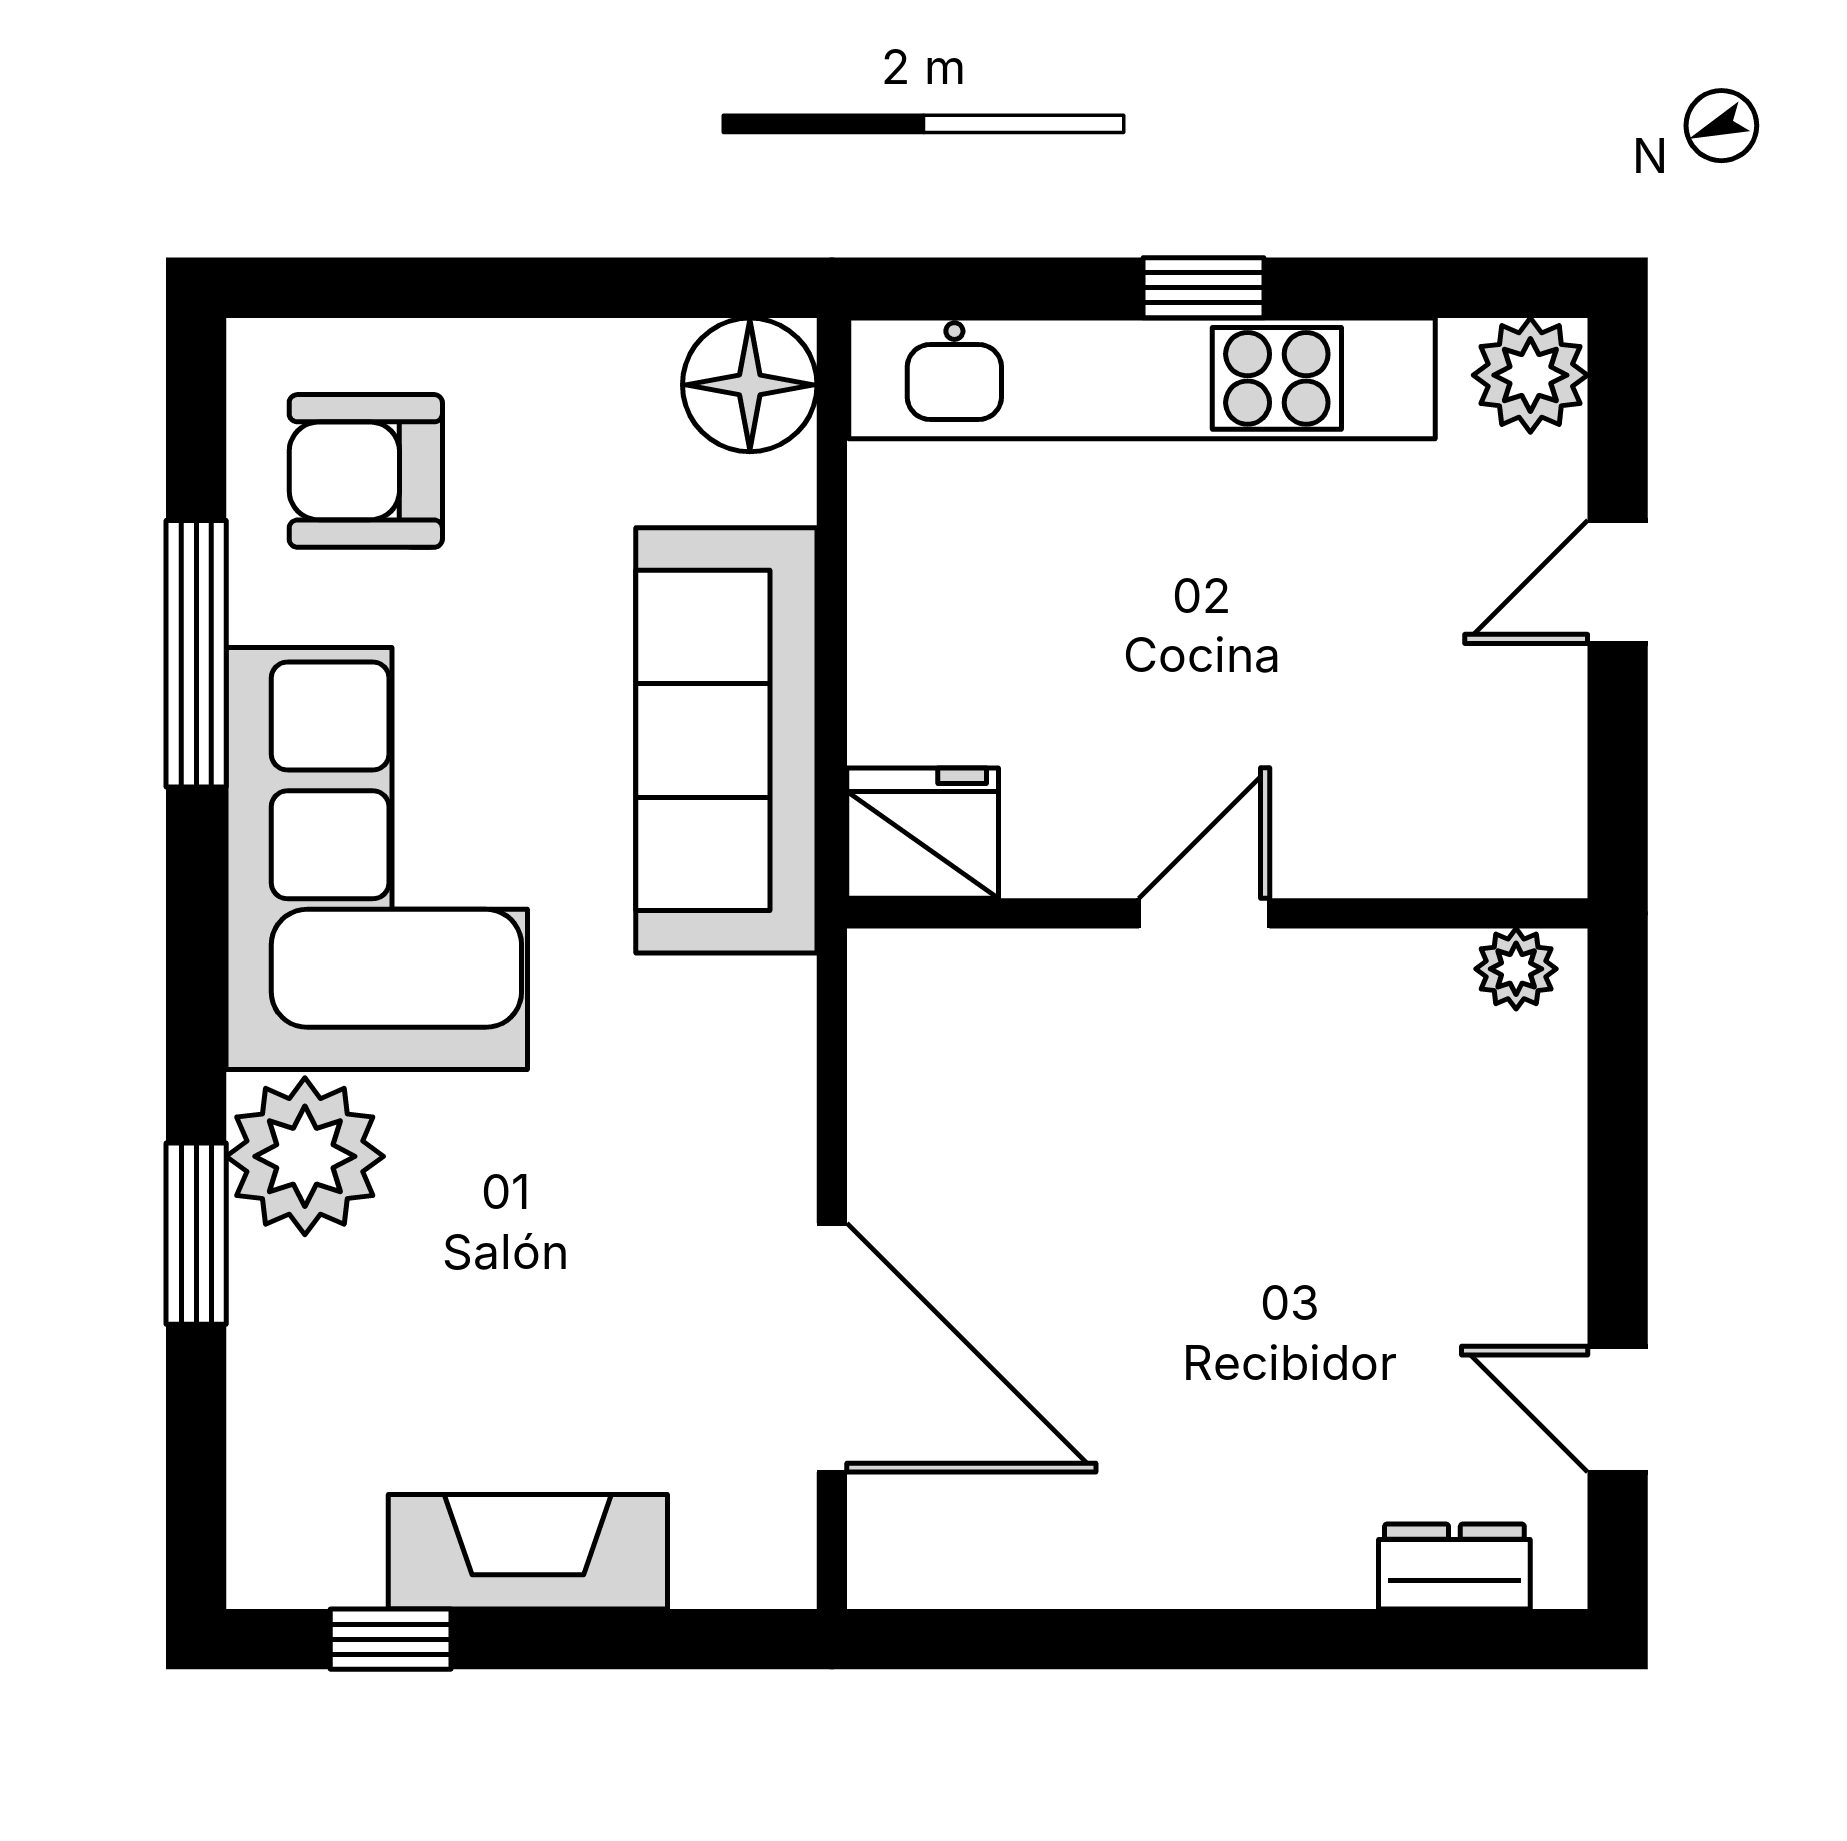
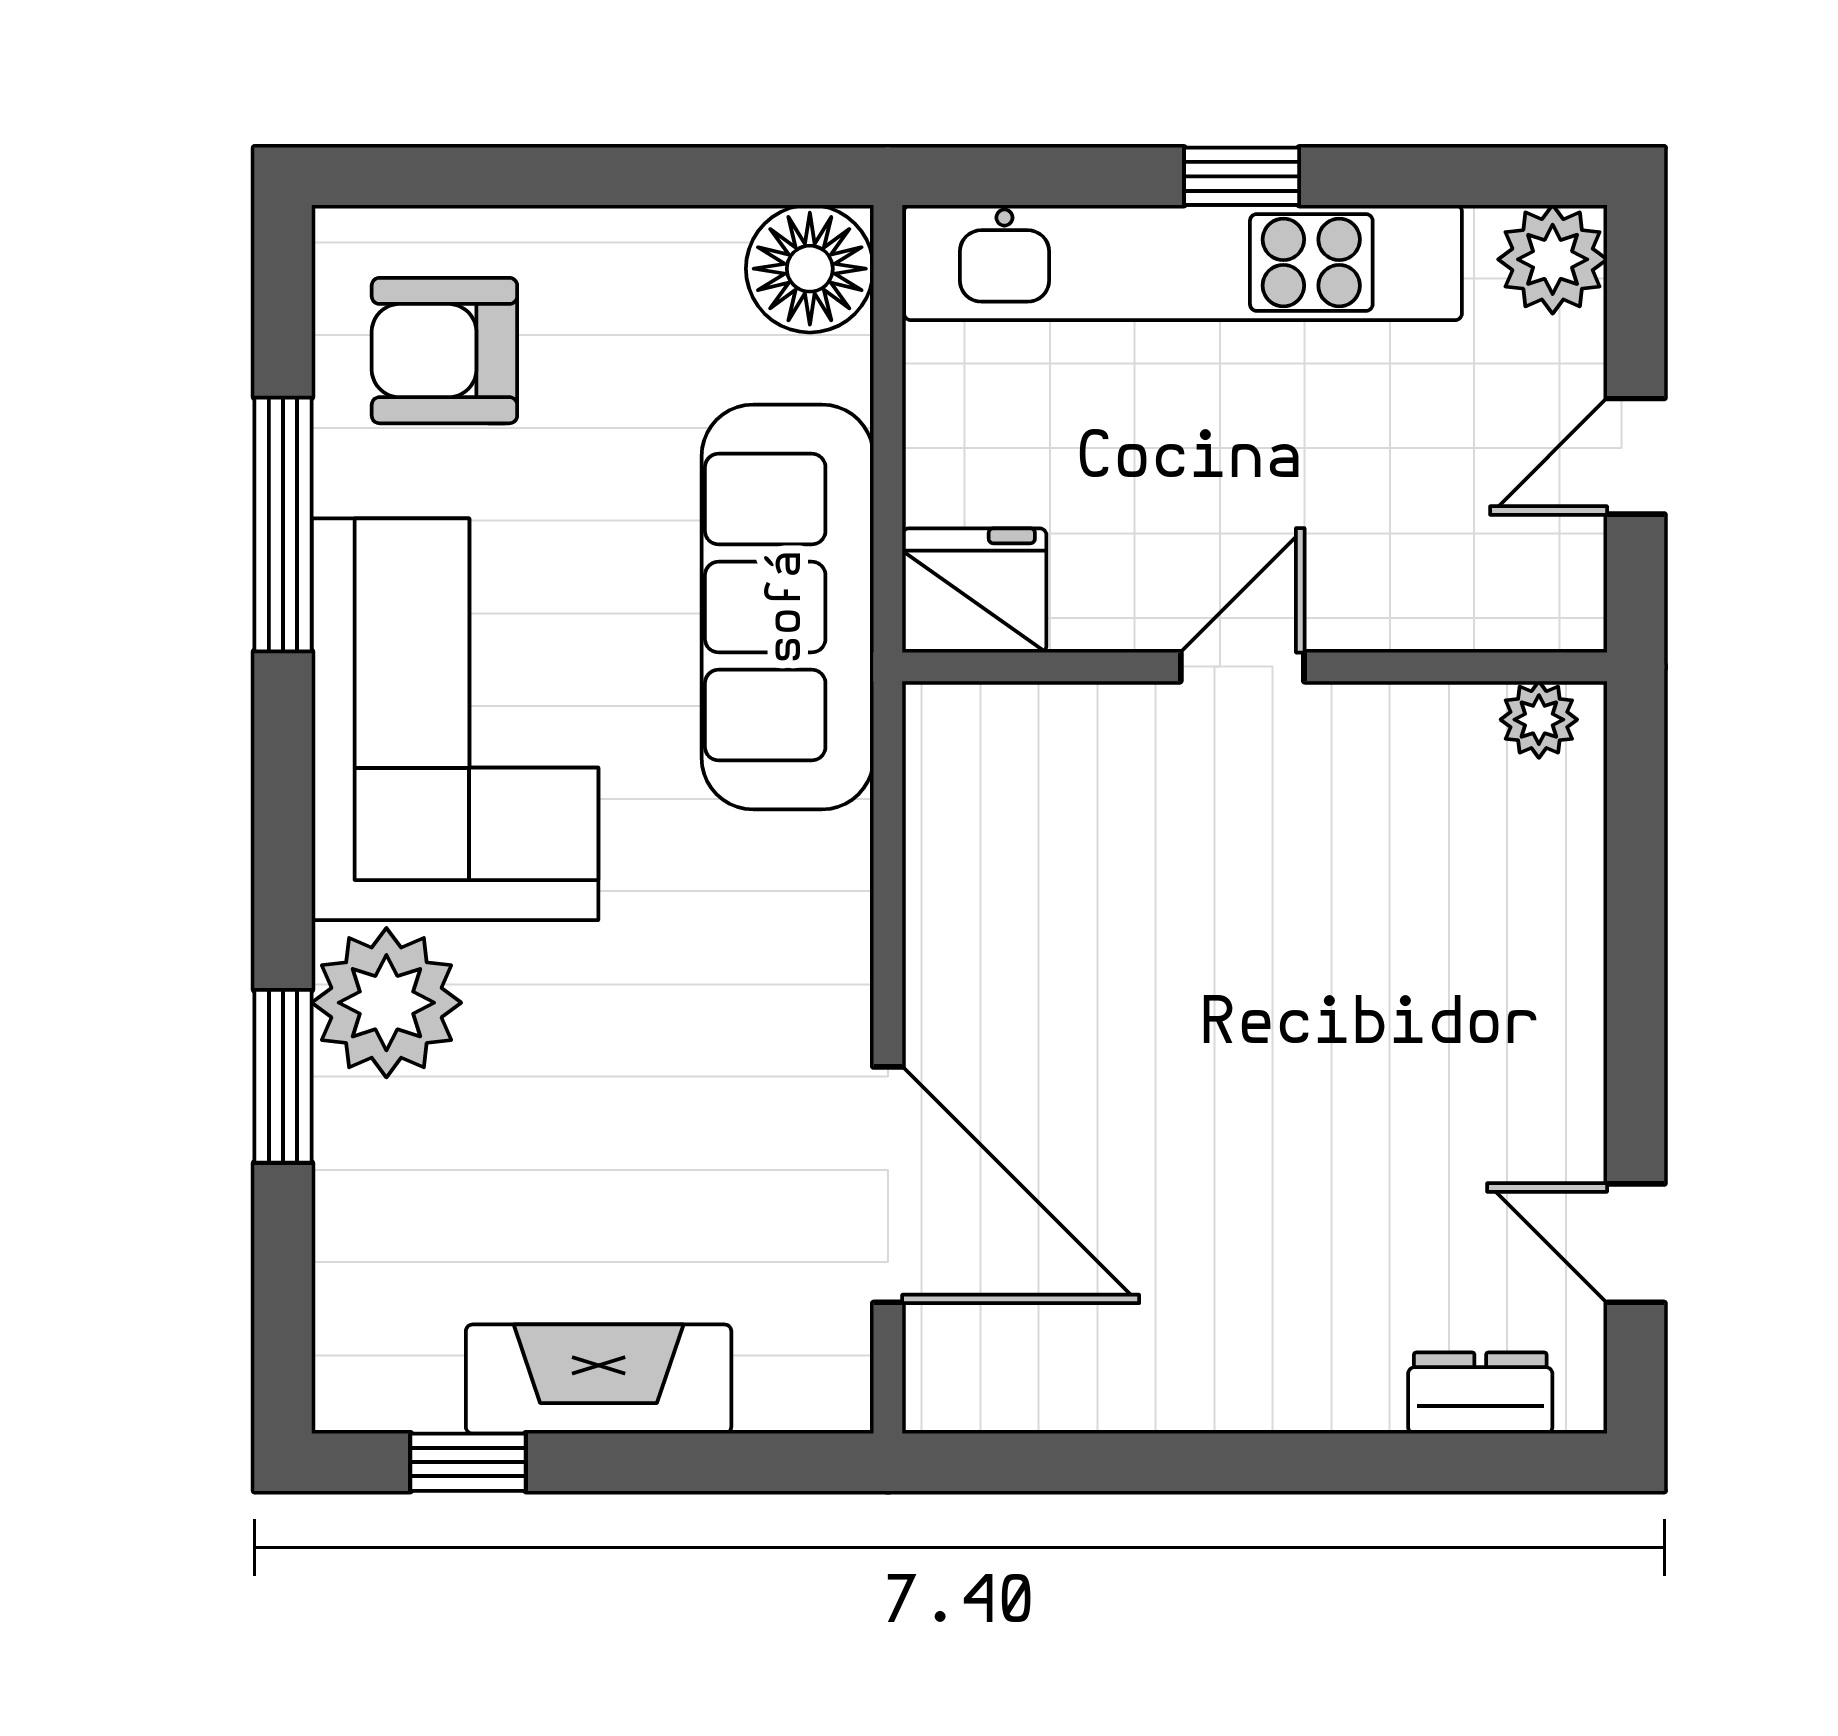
fridge: (923, 833) -> (974, 590), moved
door: (1204, 913) -> (1242, 667), moved
wall: (1217, 913) -> (1255, 667), moved
plant: (1516, 969) -> (1539, 720), moved

